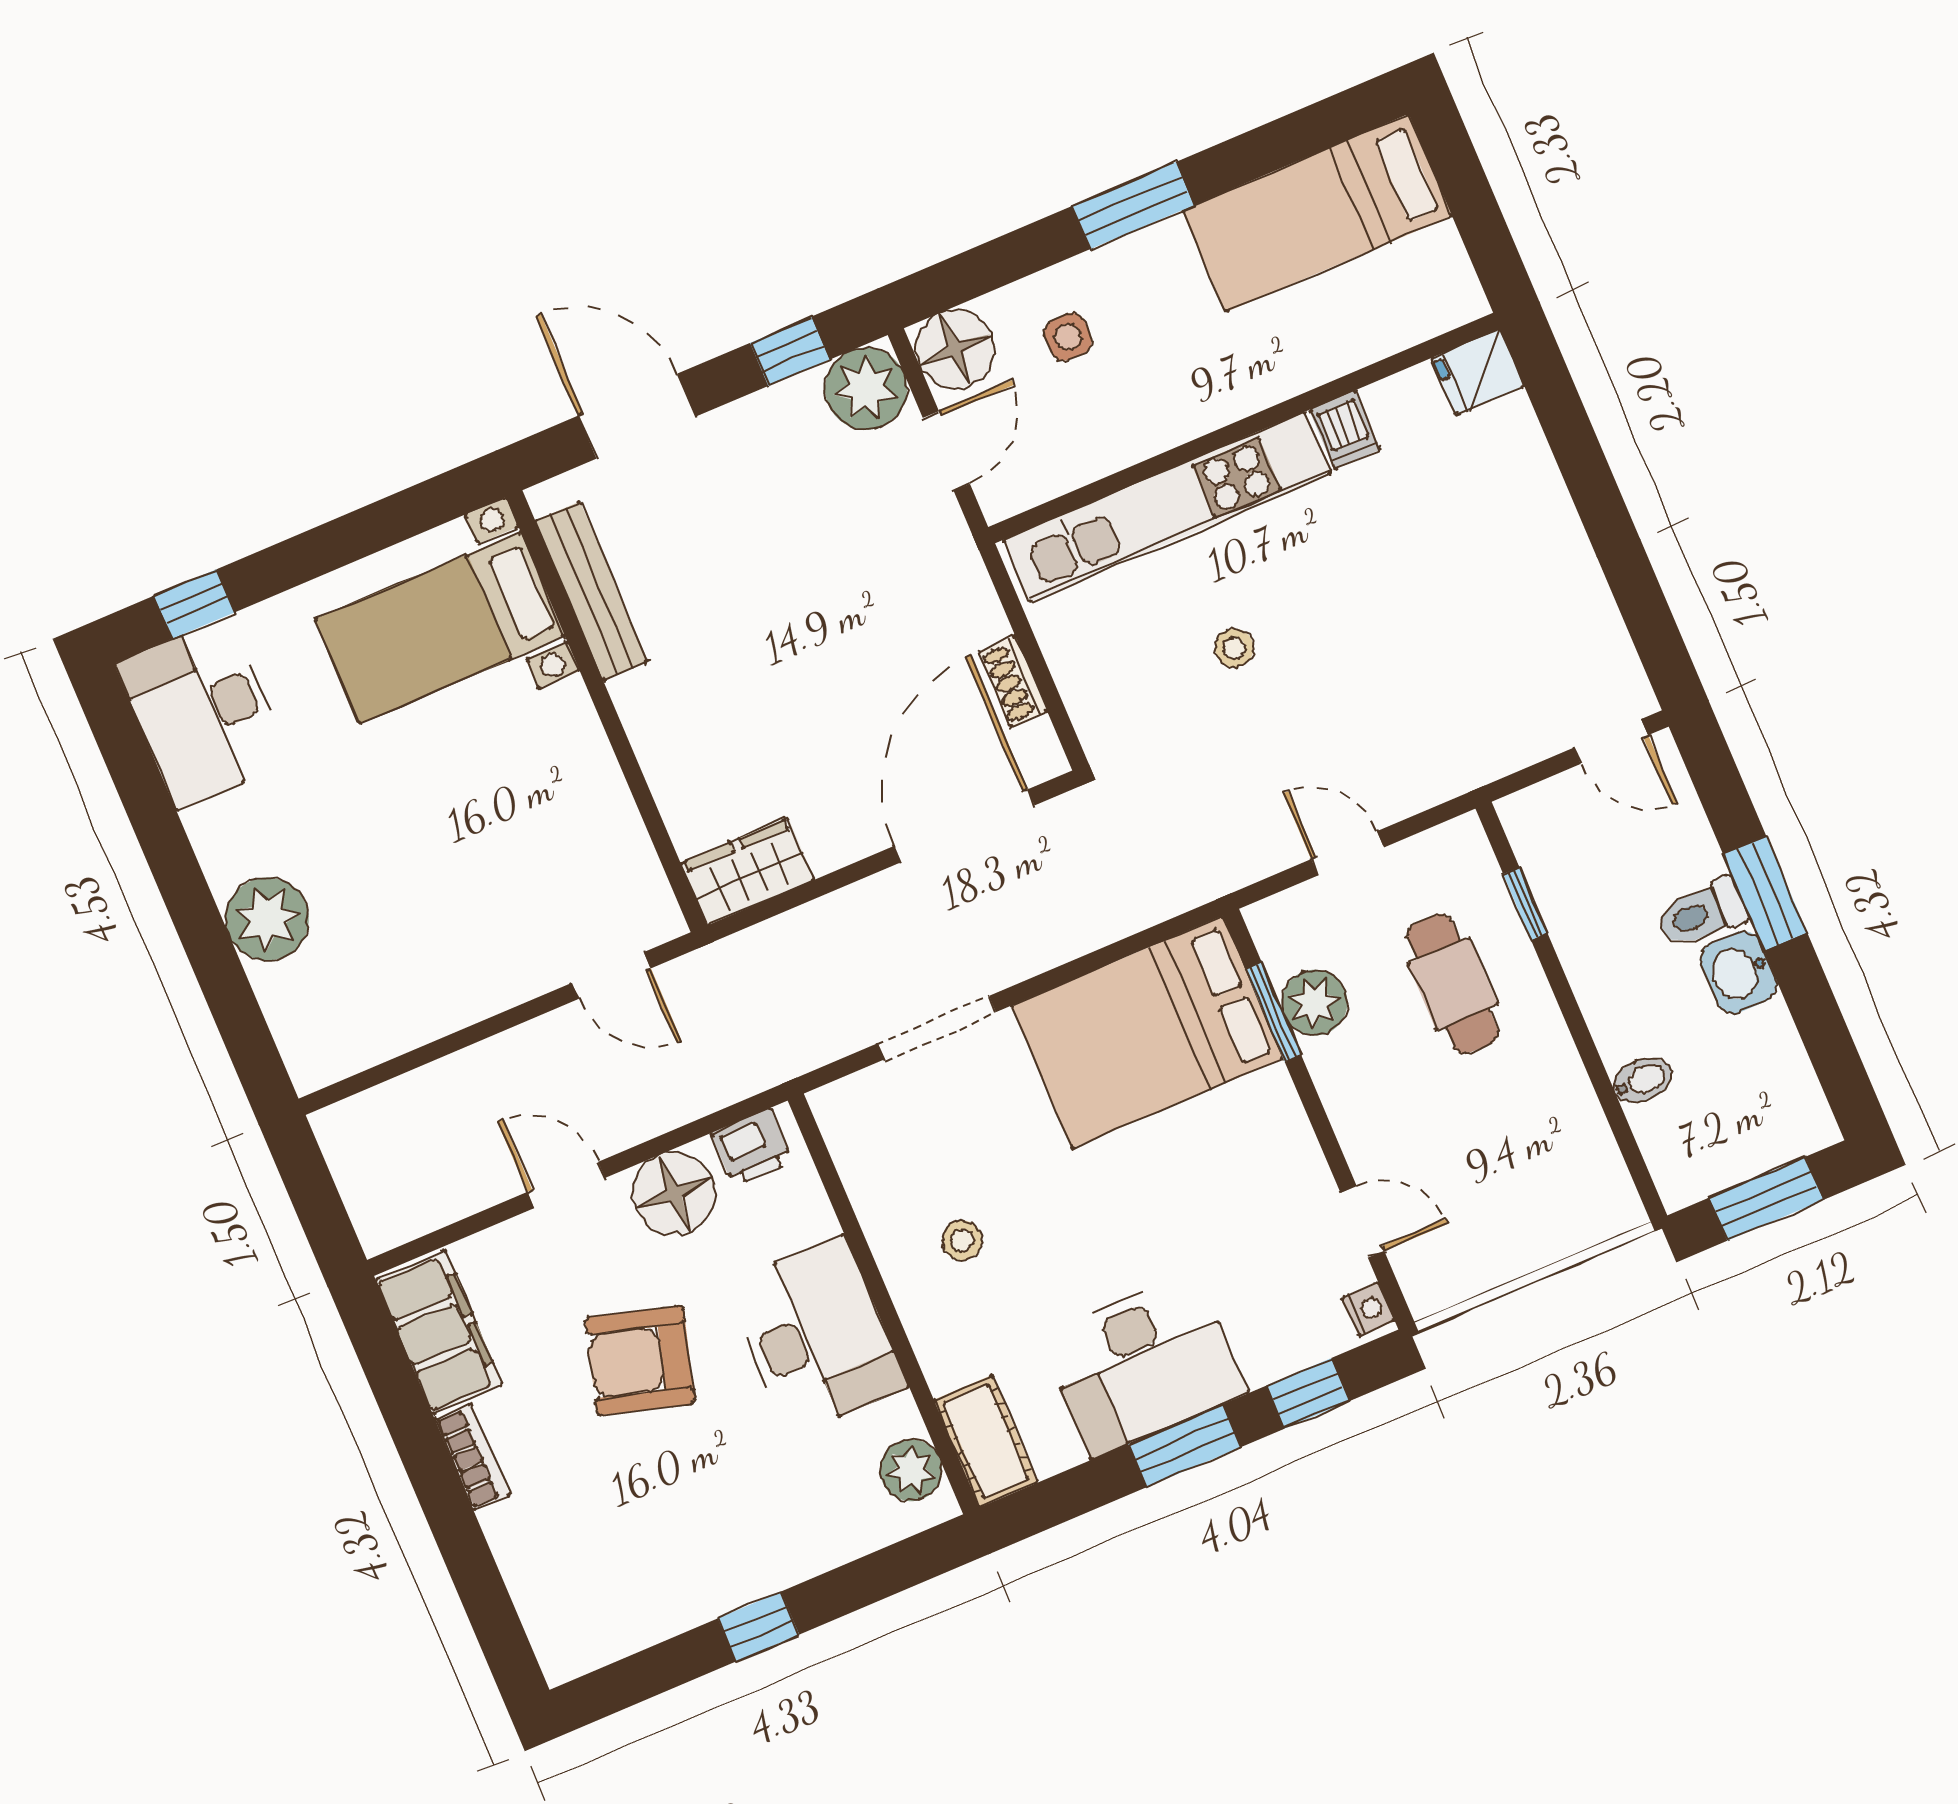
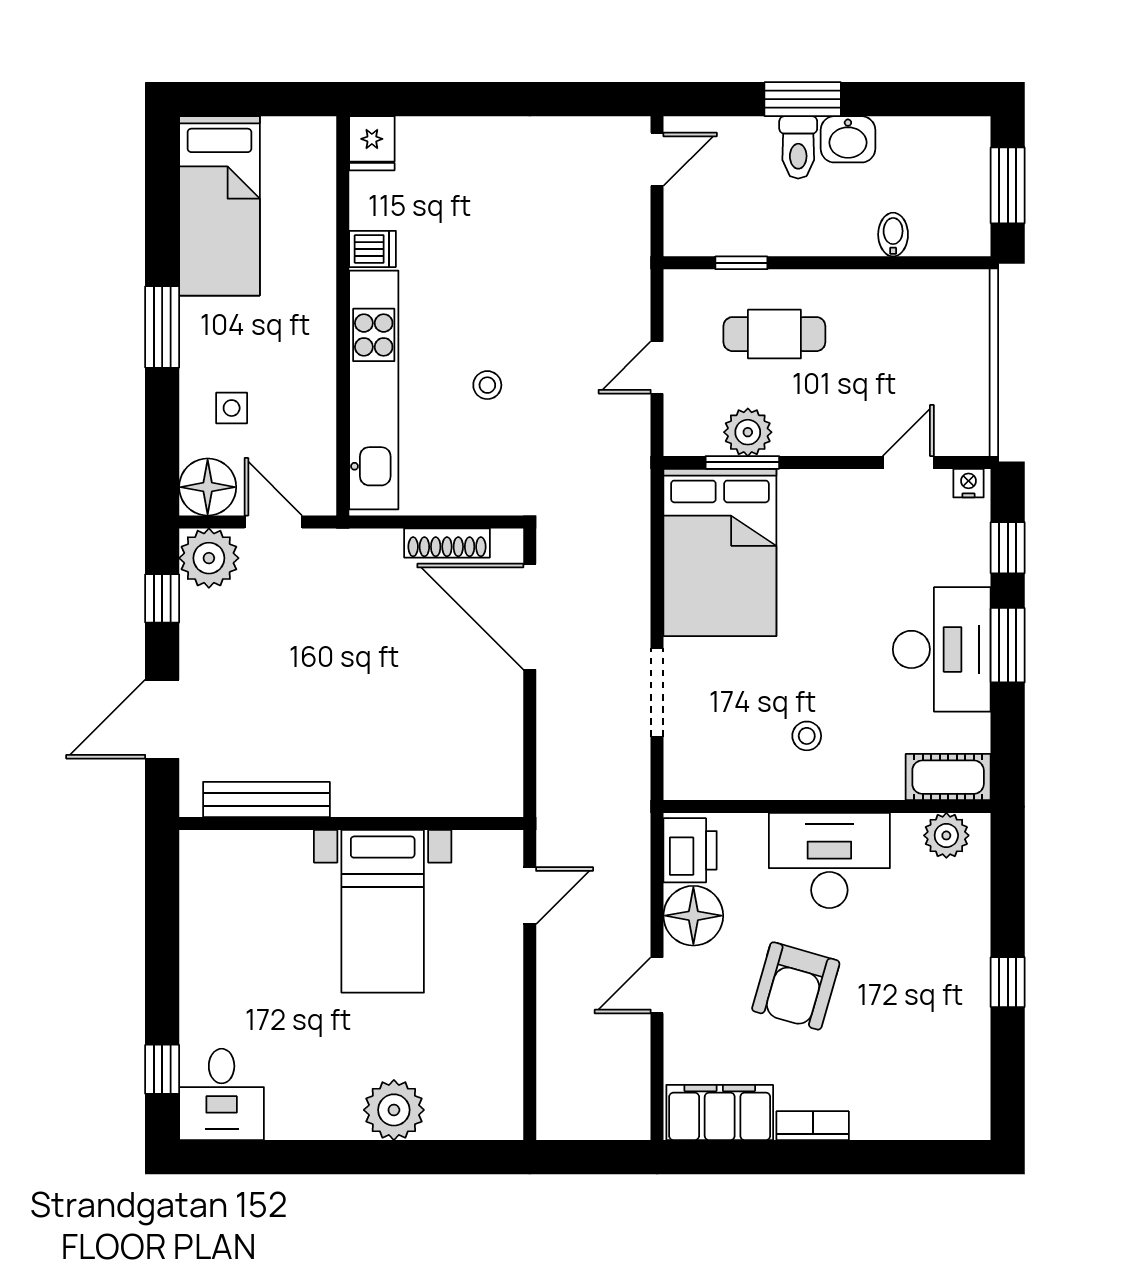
bed with nightstands: (440, 628) -> (383, 911), moved
shoe rack: (1013, 682) -> (447, 543), width x1.43
desk: (203, 713) -> (222, 1094), width x0.73
wardrobe: (748, 871) -> (499, 775), removed
printer: (752, 1148) -> (690, 850), width x1.36, depth x1.24

